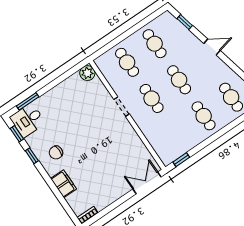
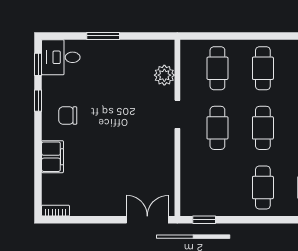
plant: (87, 73) -> (164, 75), moved
window: (28, 101) -> (103, 36), moved

